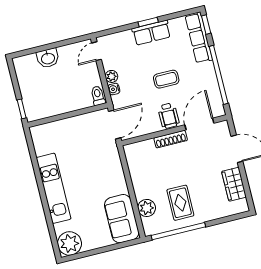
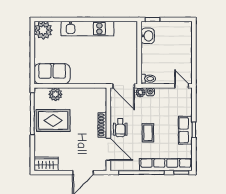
row of seats: (199, 38) -> (166, 165), width x1.36
washbasin: (48, 58) -> (148, 36), moved, turned 180
plant: (111, 76) -> (140, 92), moved
wheelchair: (169, 116) -> (120, 128), turned -90
wardrobe: (234, 184) -> (46, 164), moved
rug: (180, 203) -> (53, 120), width x1.36, depth x1.43

